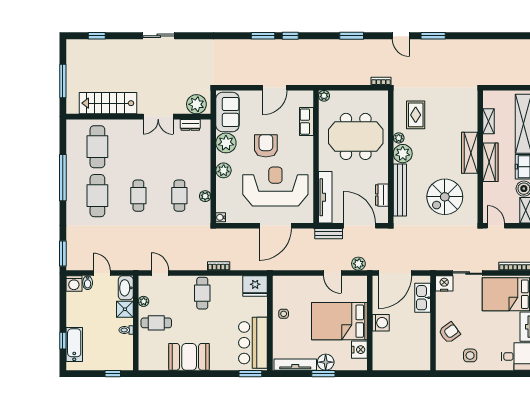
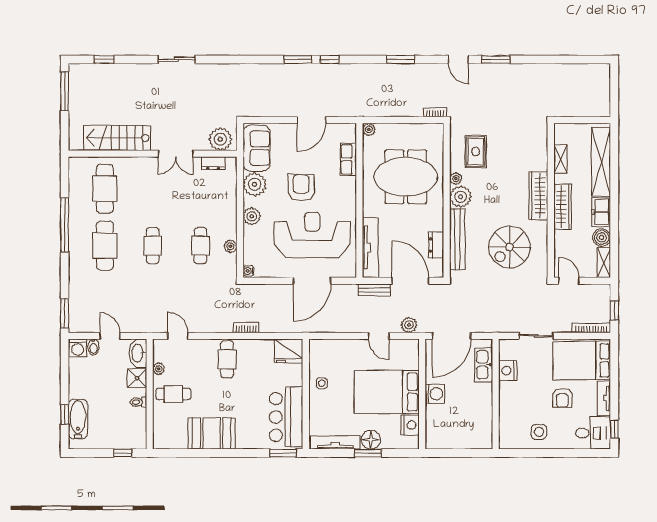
window: (63, 81) -> (65, 91), moved
nightstand: (444, 283) -> (508, 371), moved, turned -90
armchair: (449, 333) -> (562, 398), moved, turned 126

